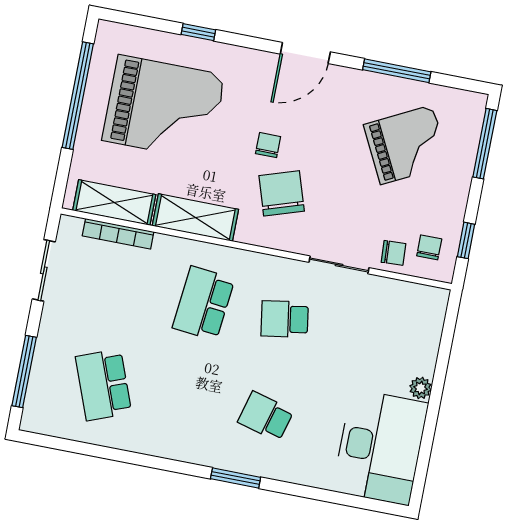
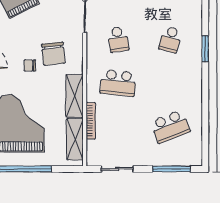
chair: (282, 193) -> (53, 54), turned -78
bookcase: (118, 234) -> (91, 121), moved

